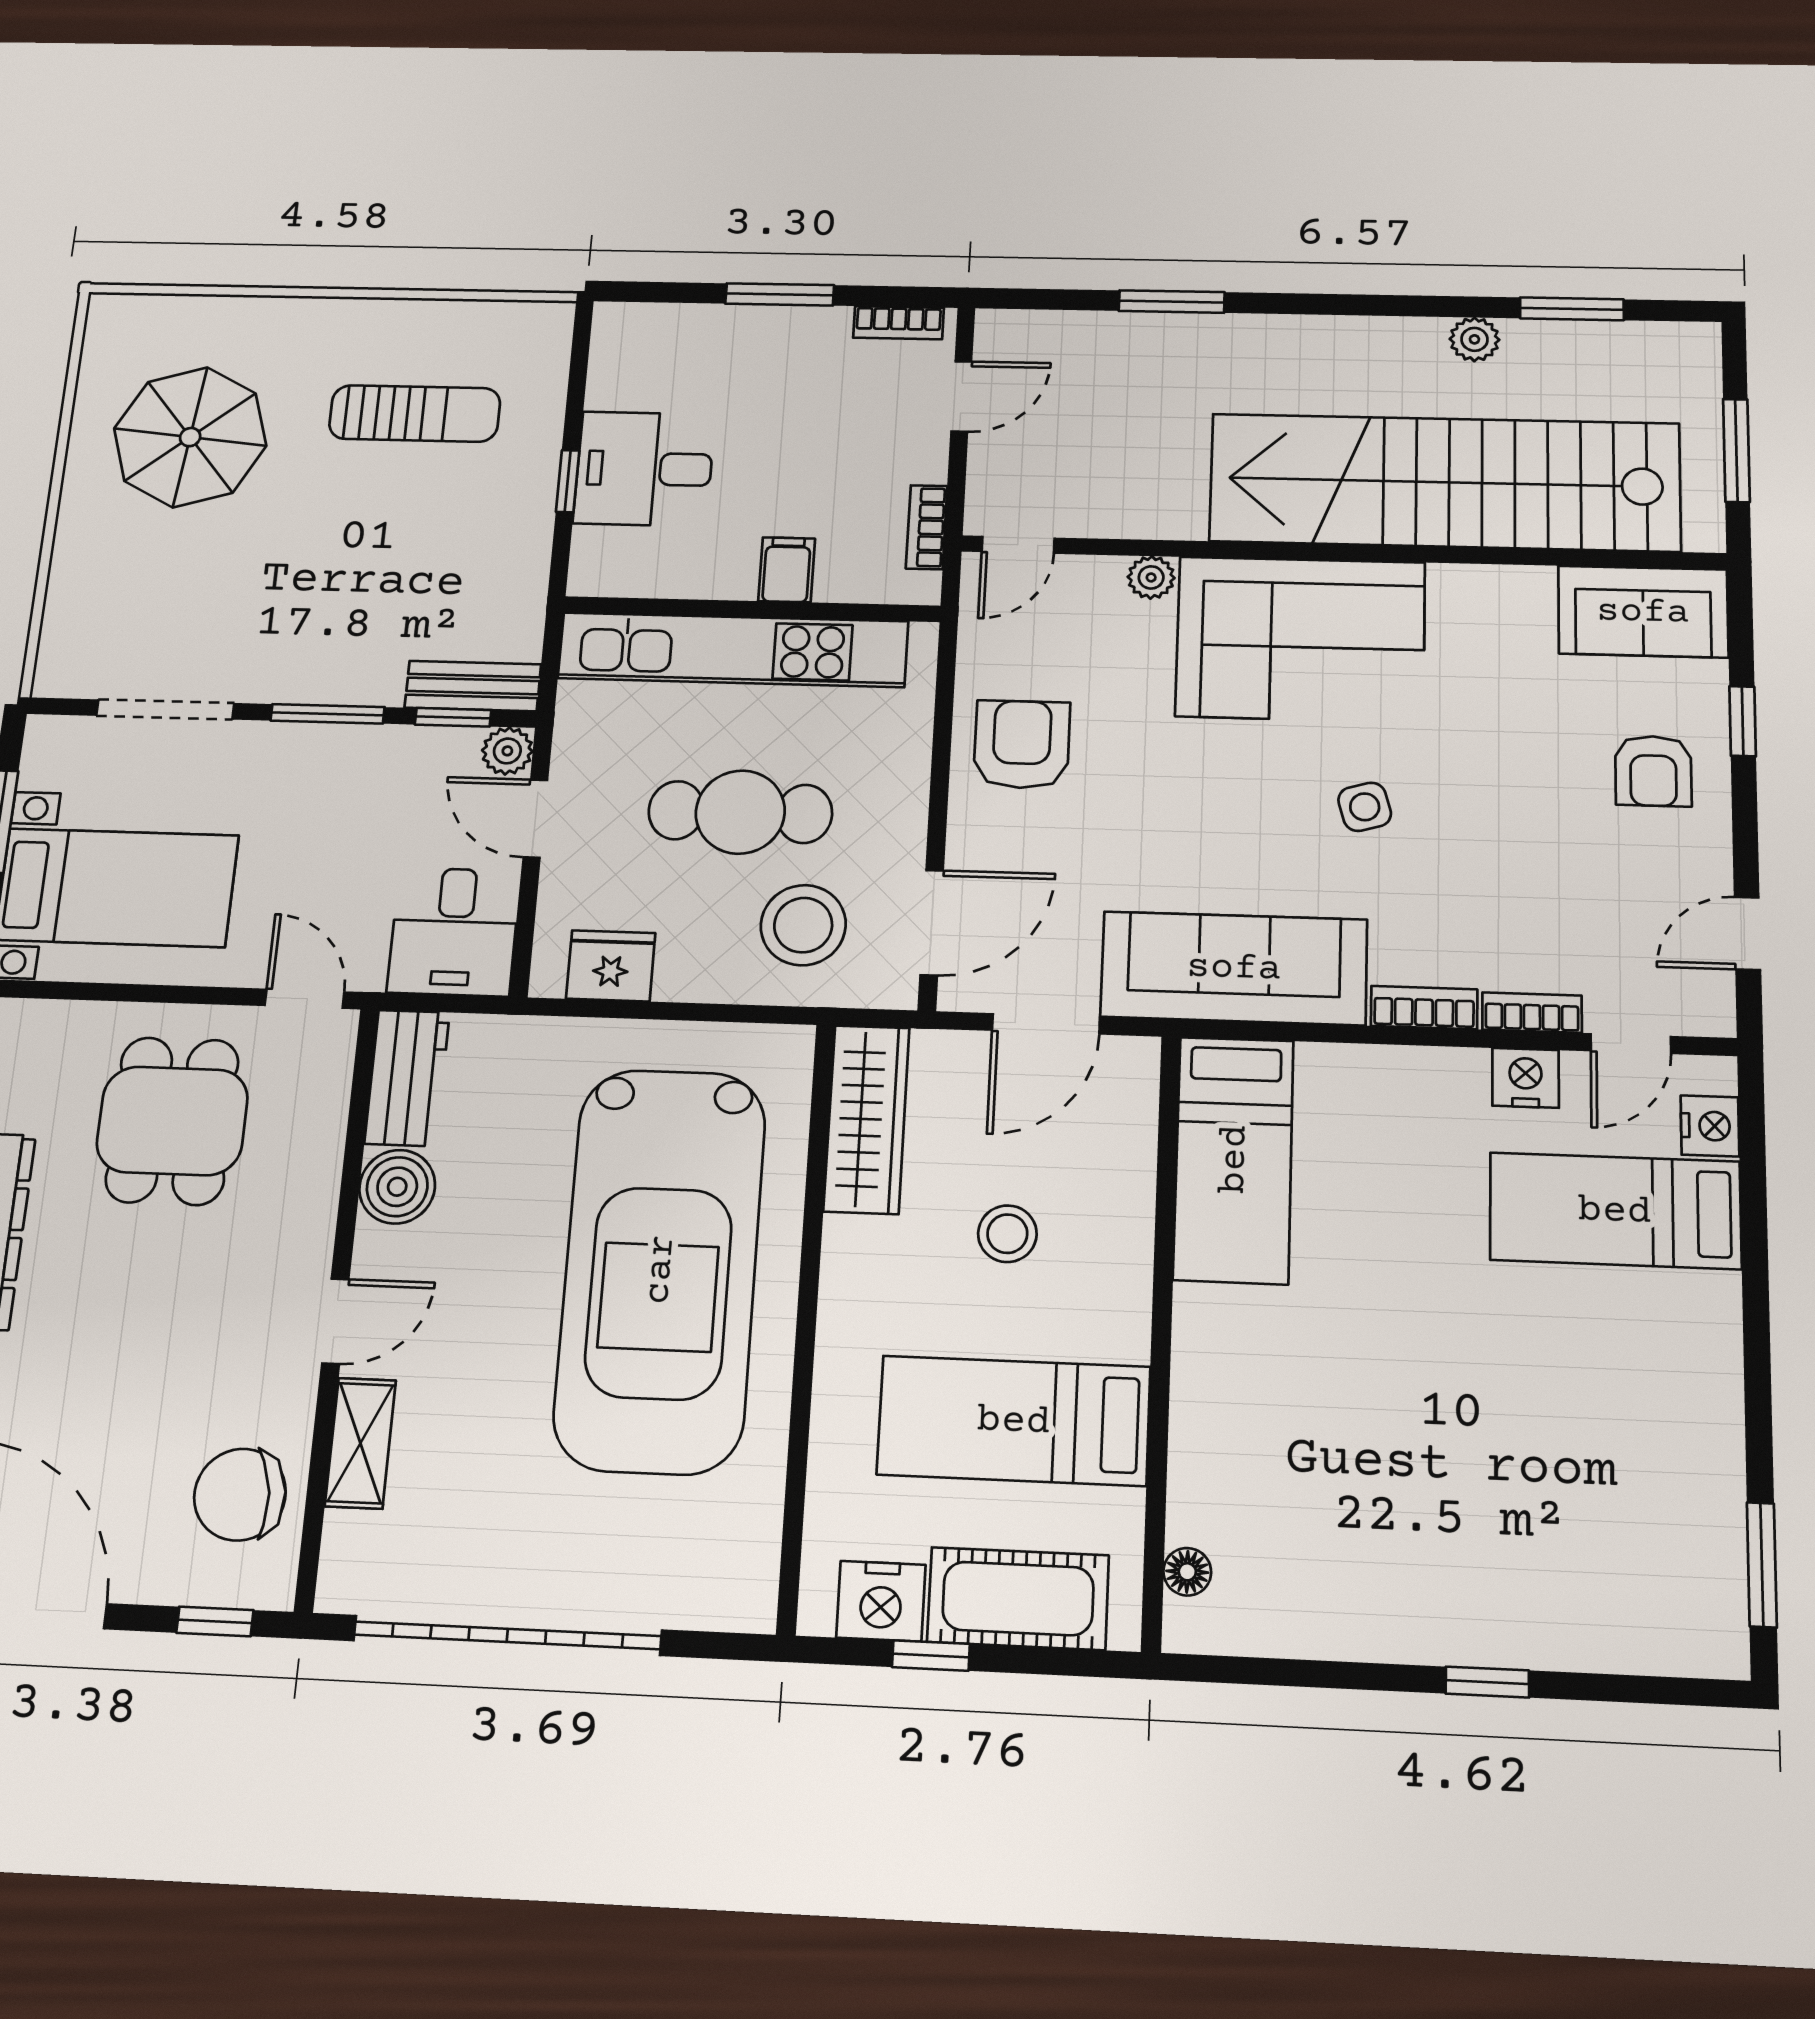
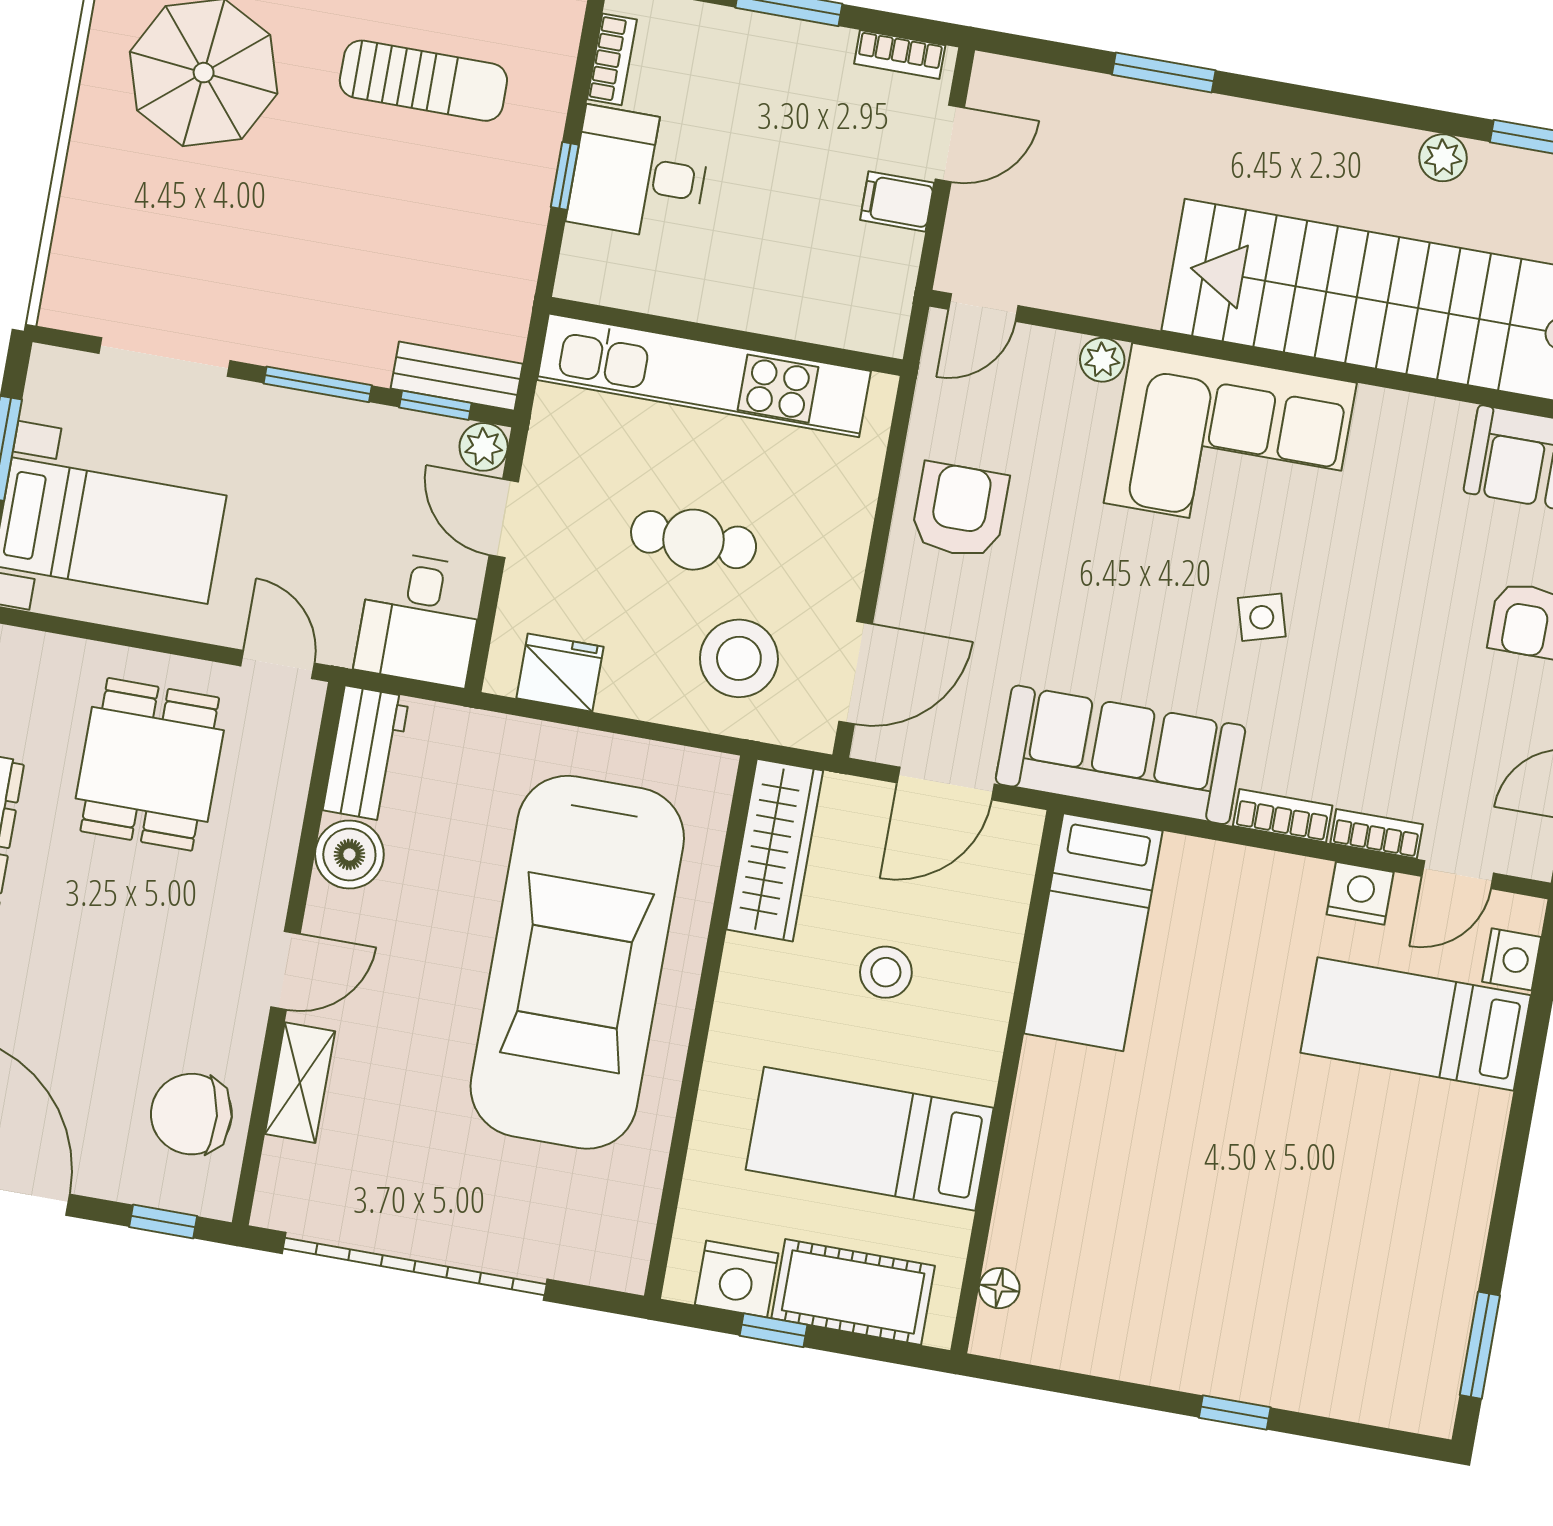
bookcase: (927, 527) -> (612, 59), moved, turned 180
filing cabinet: (787, 570) -> (897, 201), moved, turned -90
cafe table: (740, 812) -> (694, 540), width x0.73, depth x0.74

